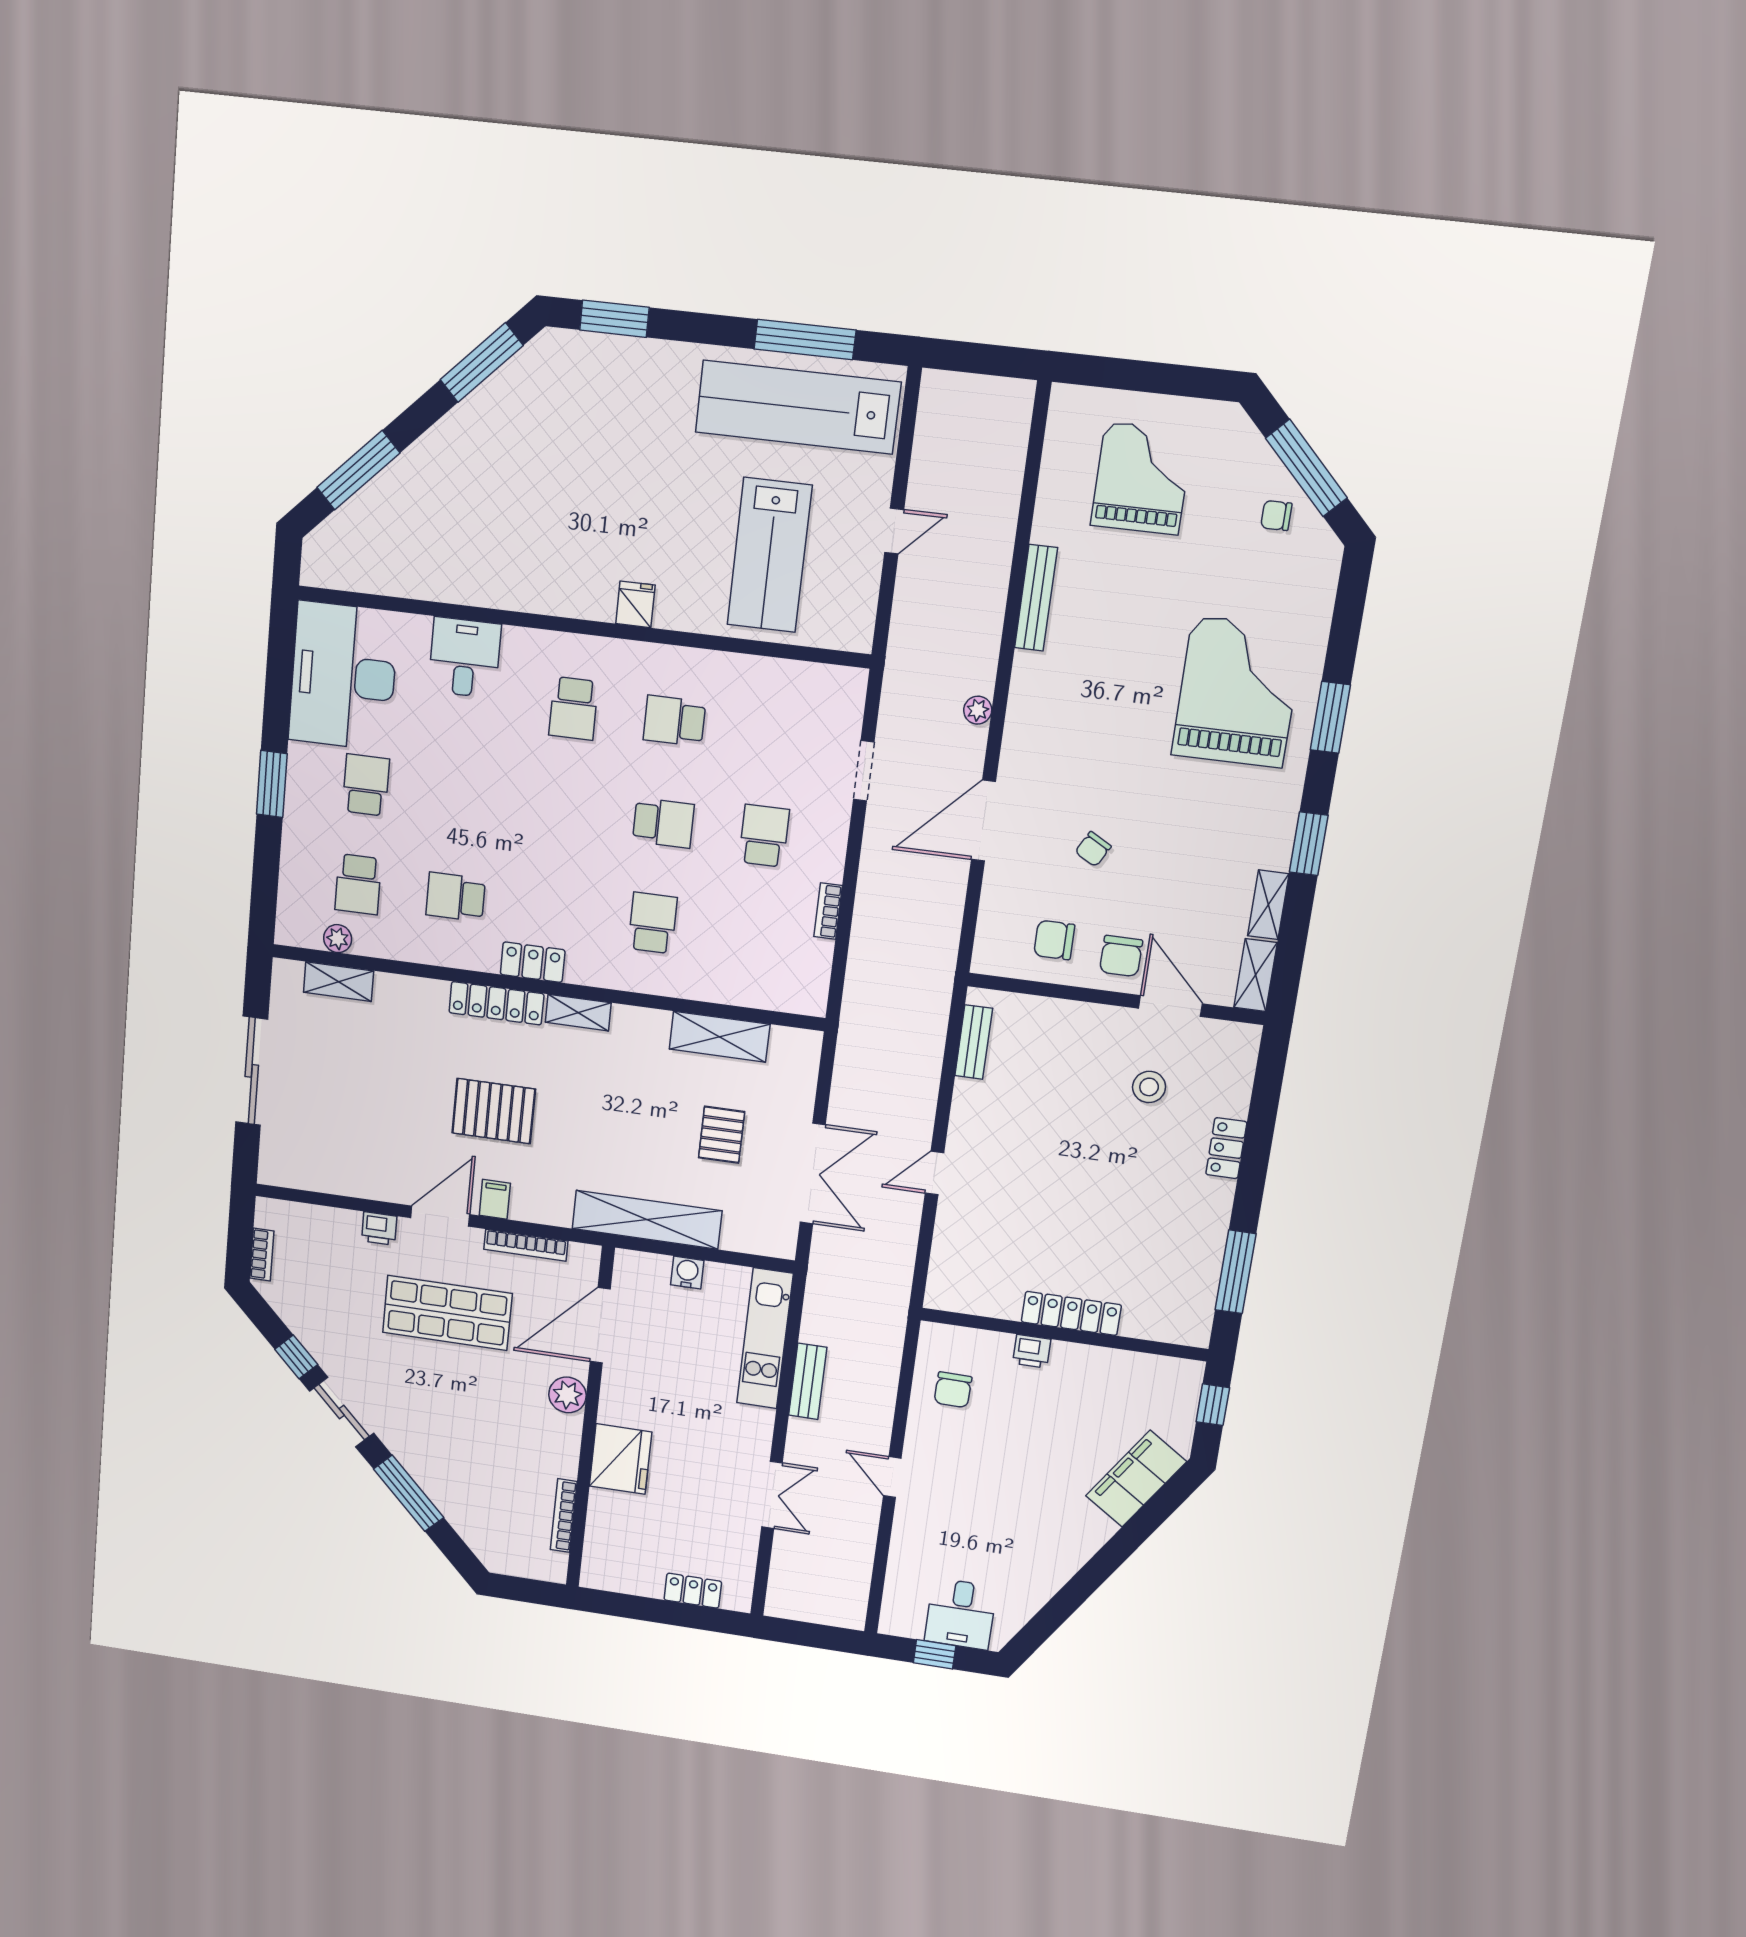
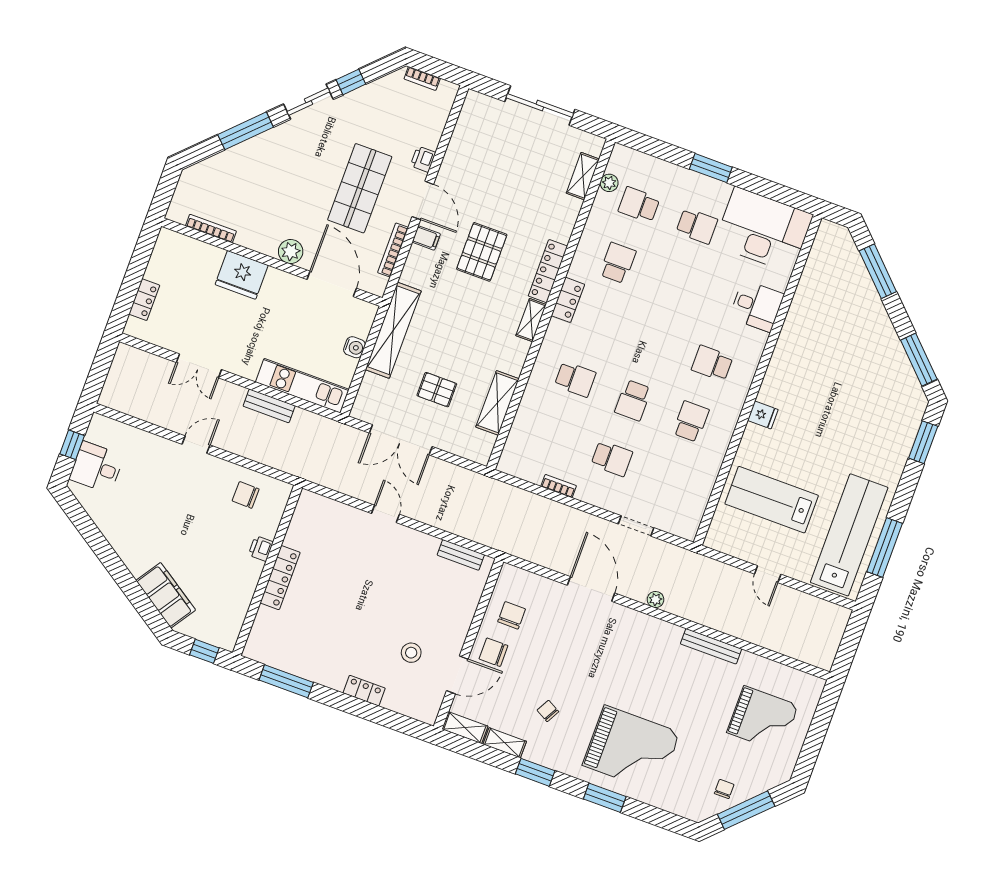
chair: (1093, 849) -> (548, 711), moved

